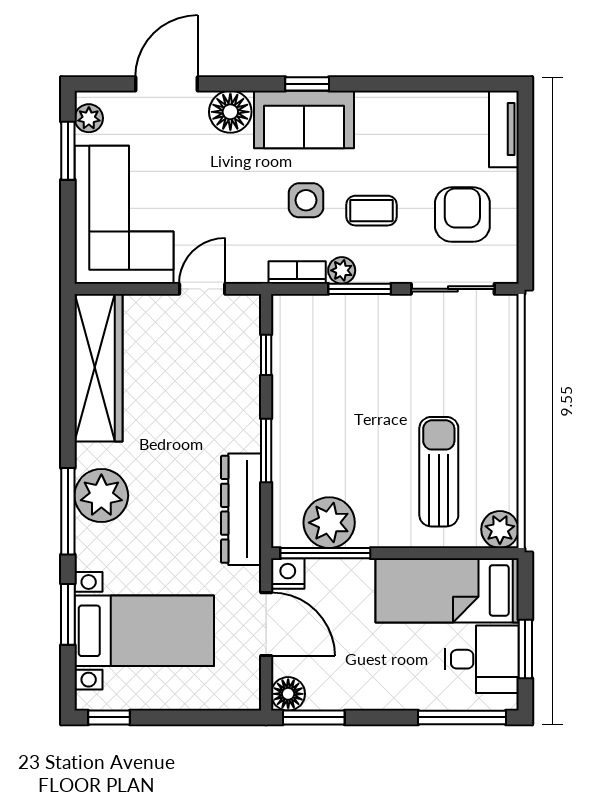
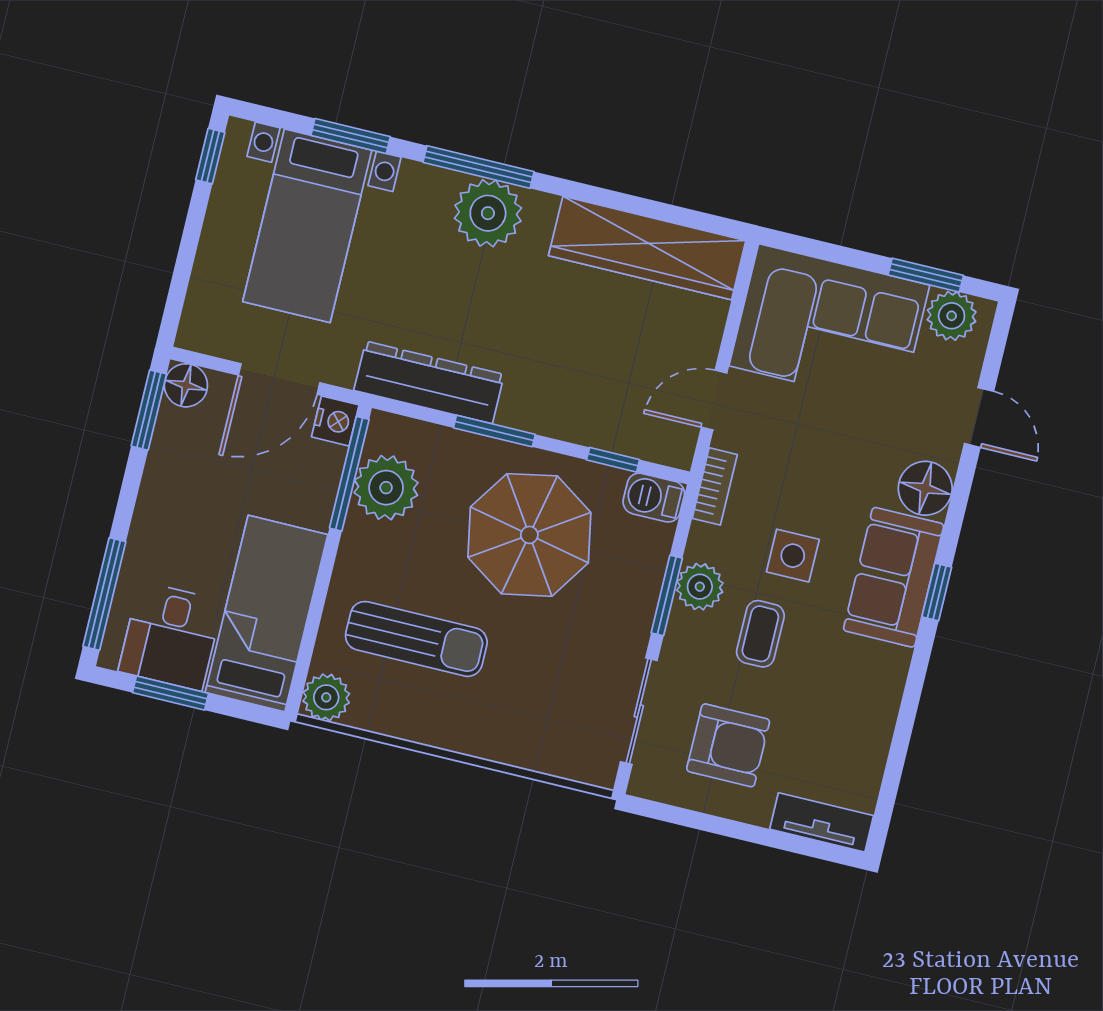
door: (166, 84) -> (979, 417), width x0.73
plant: (89, 118) -> (952, 316), width x1.38, depth x1.38
plant: (342, 270) -> (700, 587), width x1.38, depth x1.38
bookcase: (297, 272) -> (715, 486), moved
door: (202, 289) -> (714, 400), swing flipped
barbecue: (287, 317) -> (654, 498), added
parasol: (339, 405) -> (529, 535), added

